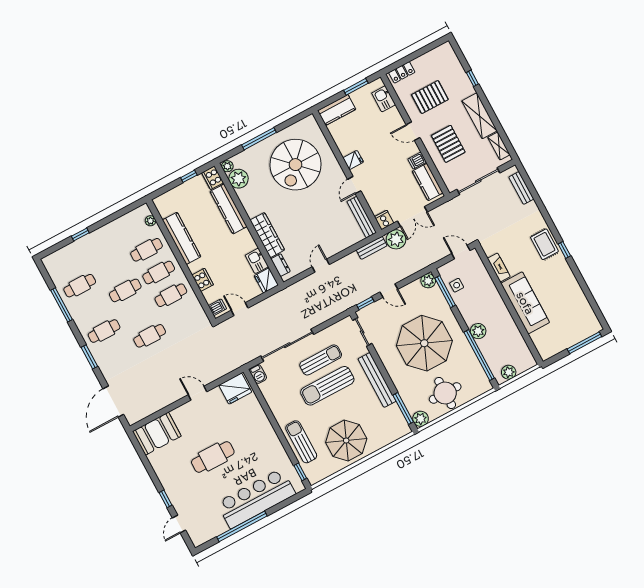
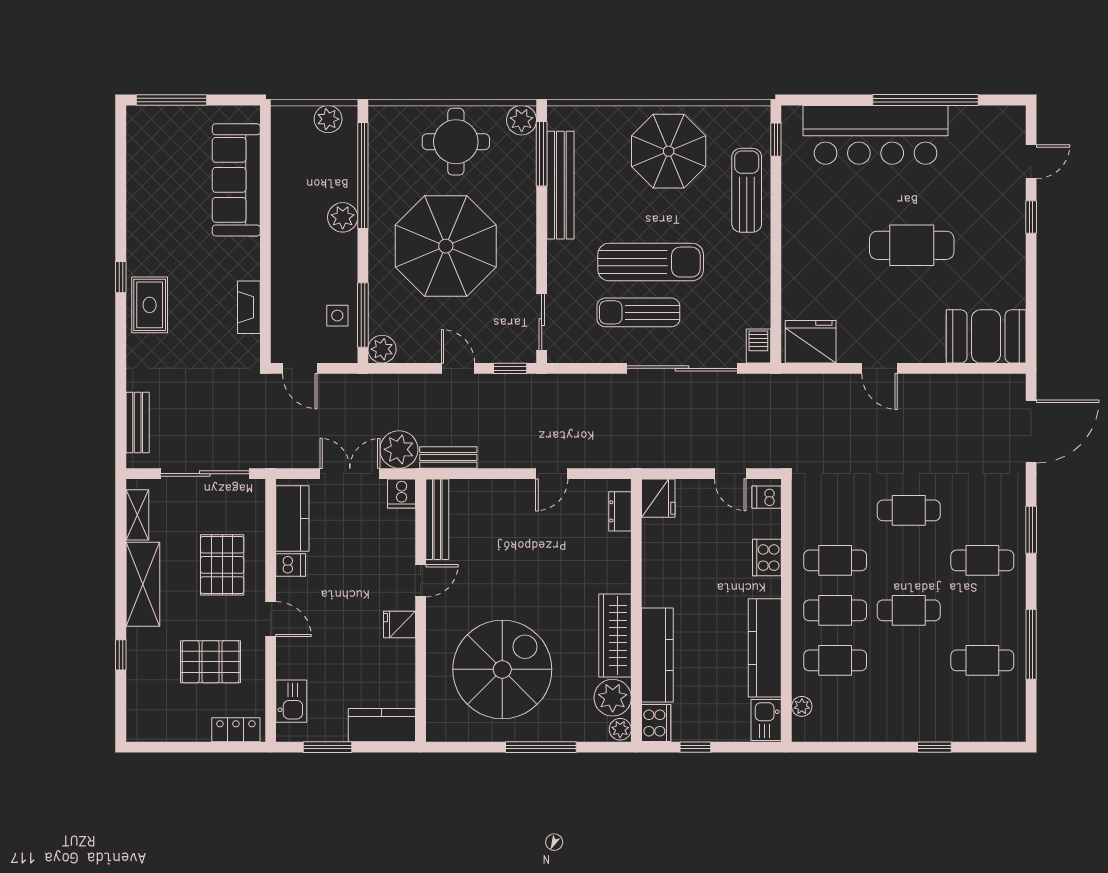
wardrobe: (267, 235) -> (615, 635), moved
kitchen sink: (257, 261) -> (766, 720), moved, turned 180
sofa: (525, 303) -> (236, 180), moved
bench: (377, 380) -> (560, 185), moved
sun lounger: (301, 442) -> (747, 190), turned 180

